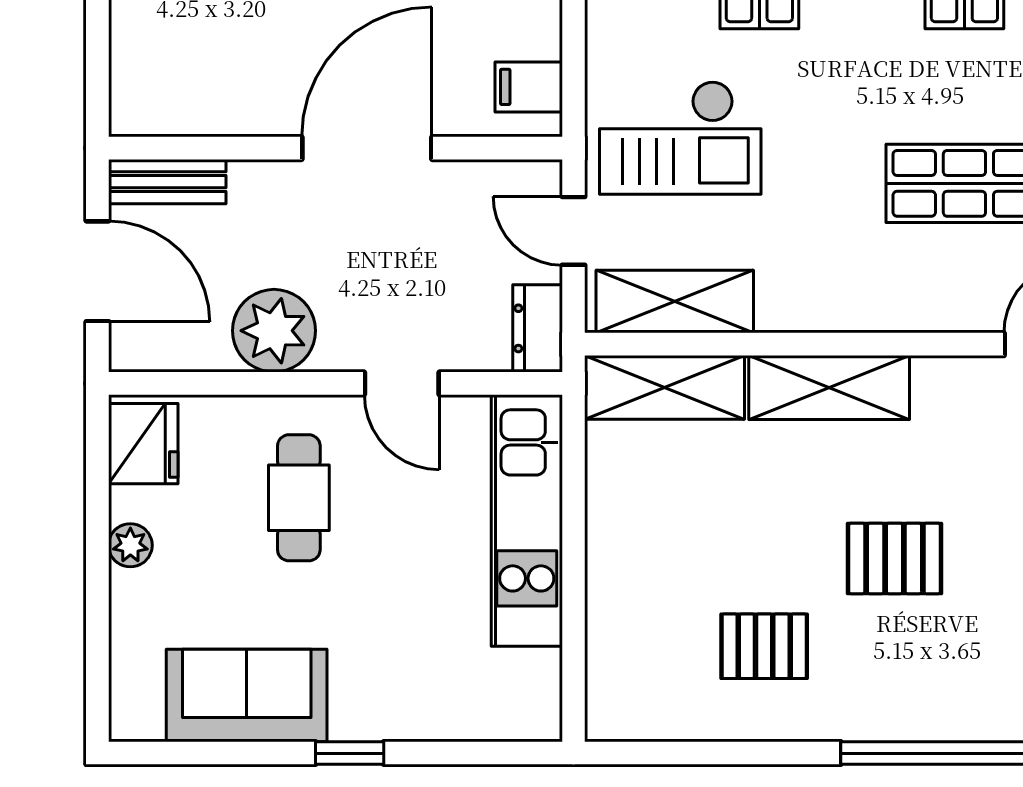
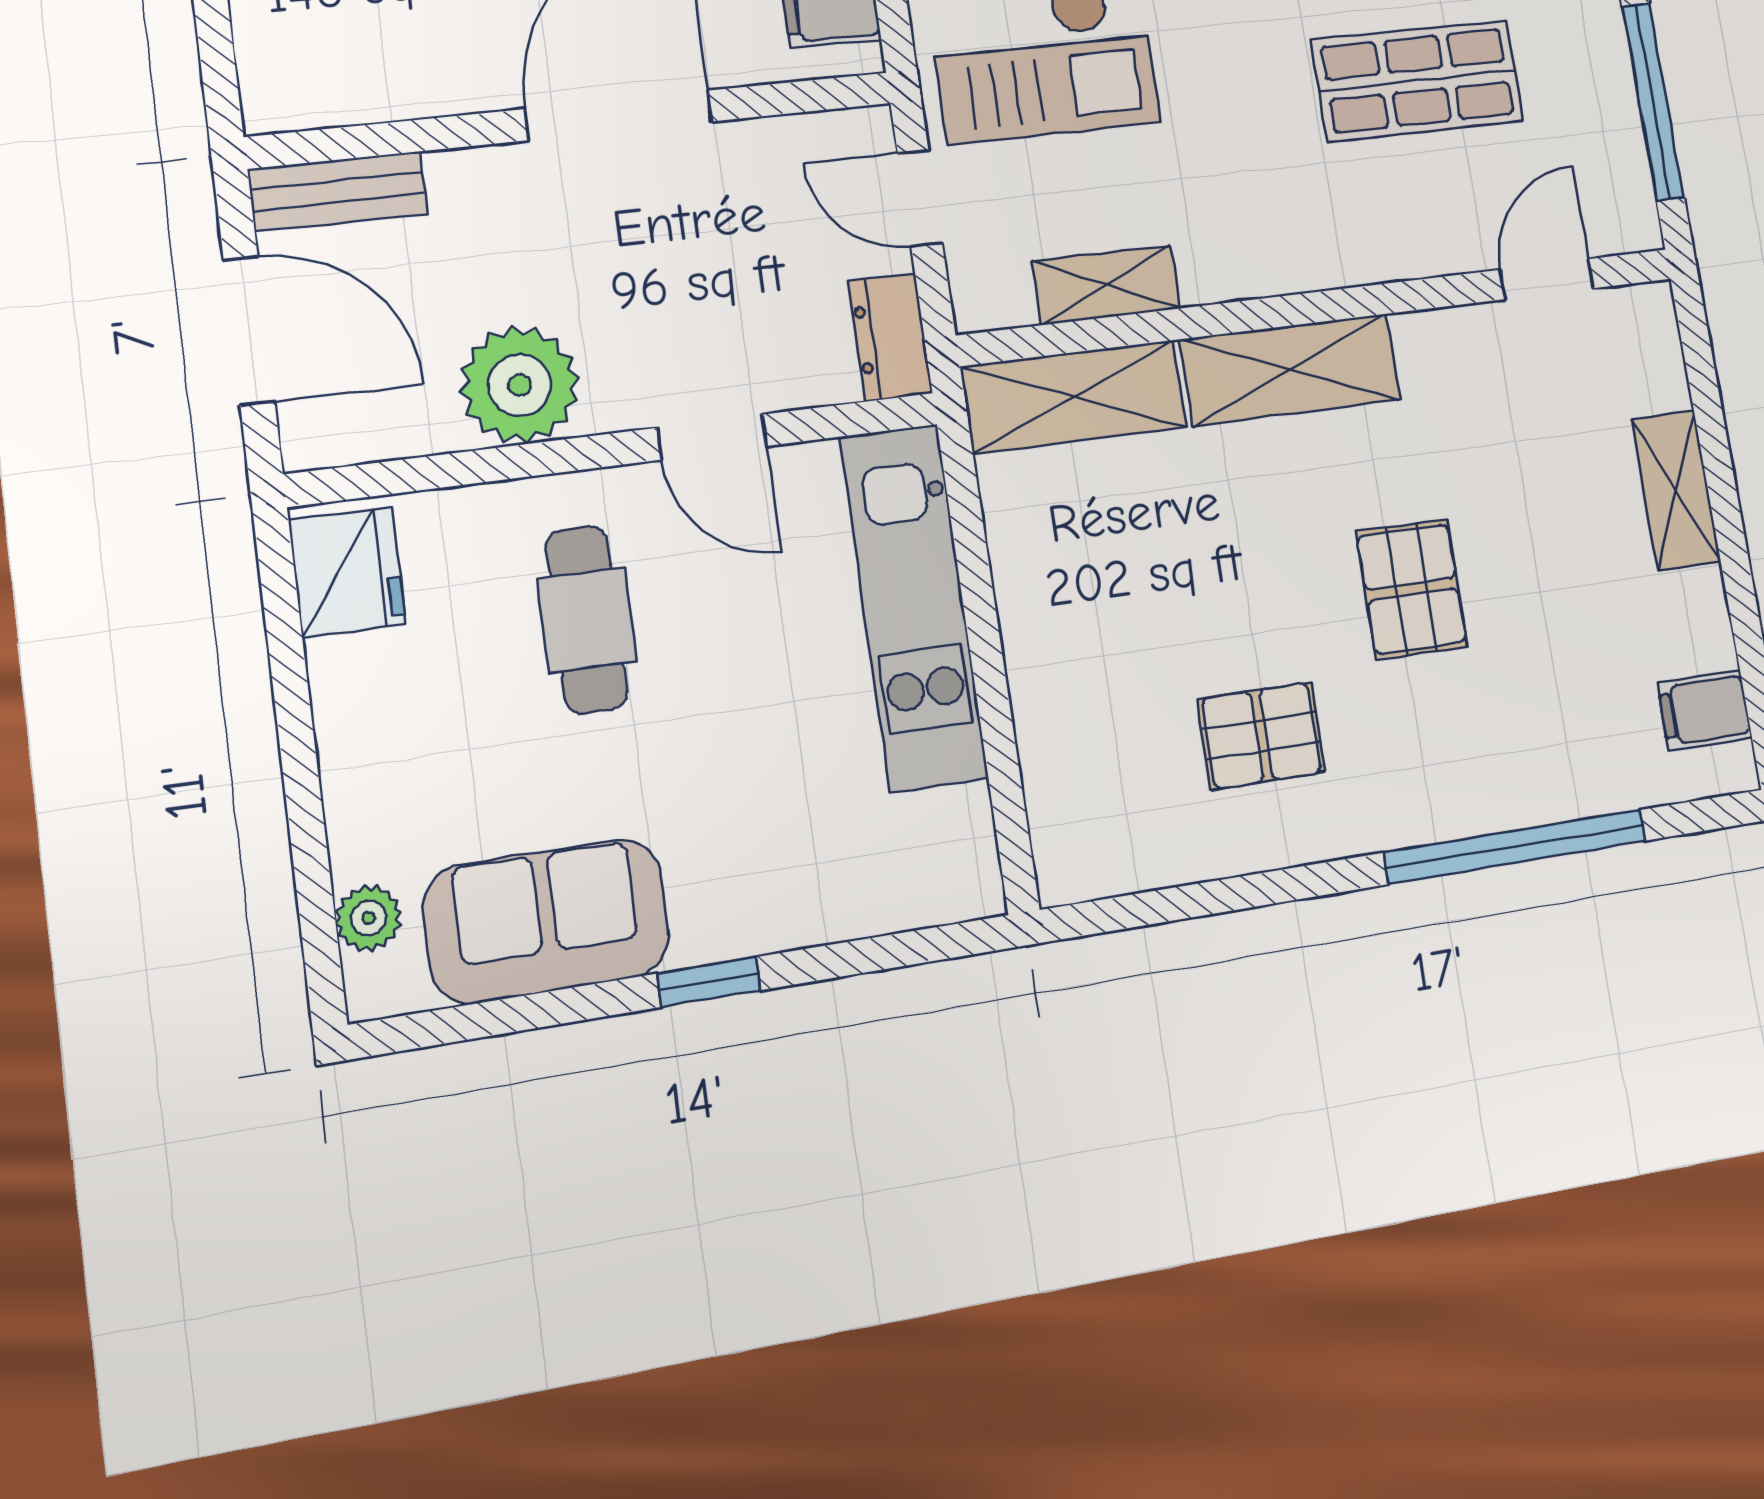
shelving: (675, 302) -> (1106, 285), width x0.67, depth x0.75
plant: (130, 545) -> (369, 918), moved
pallet: (894, 558) -> (1412, 589), turned 90

